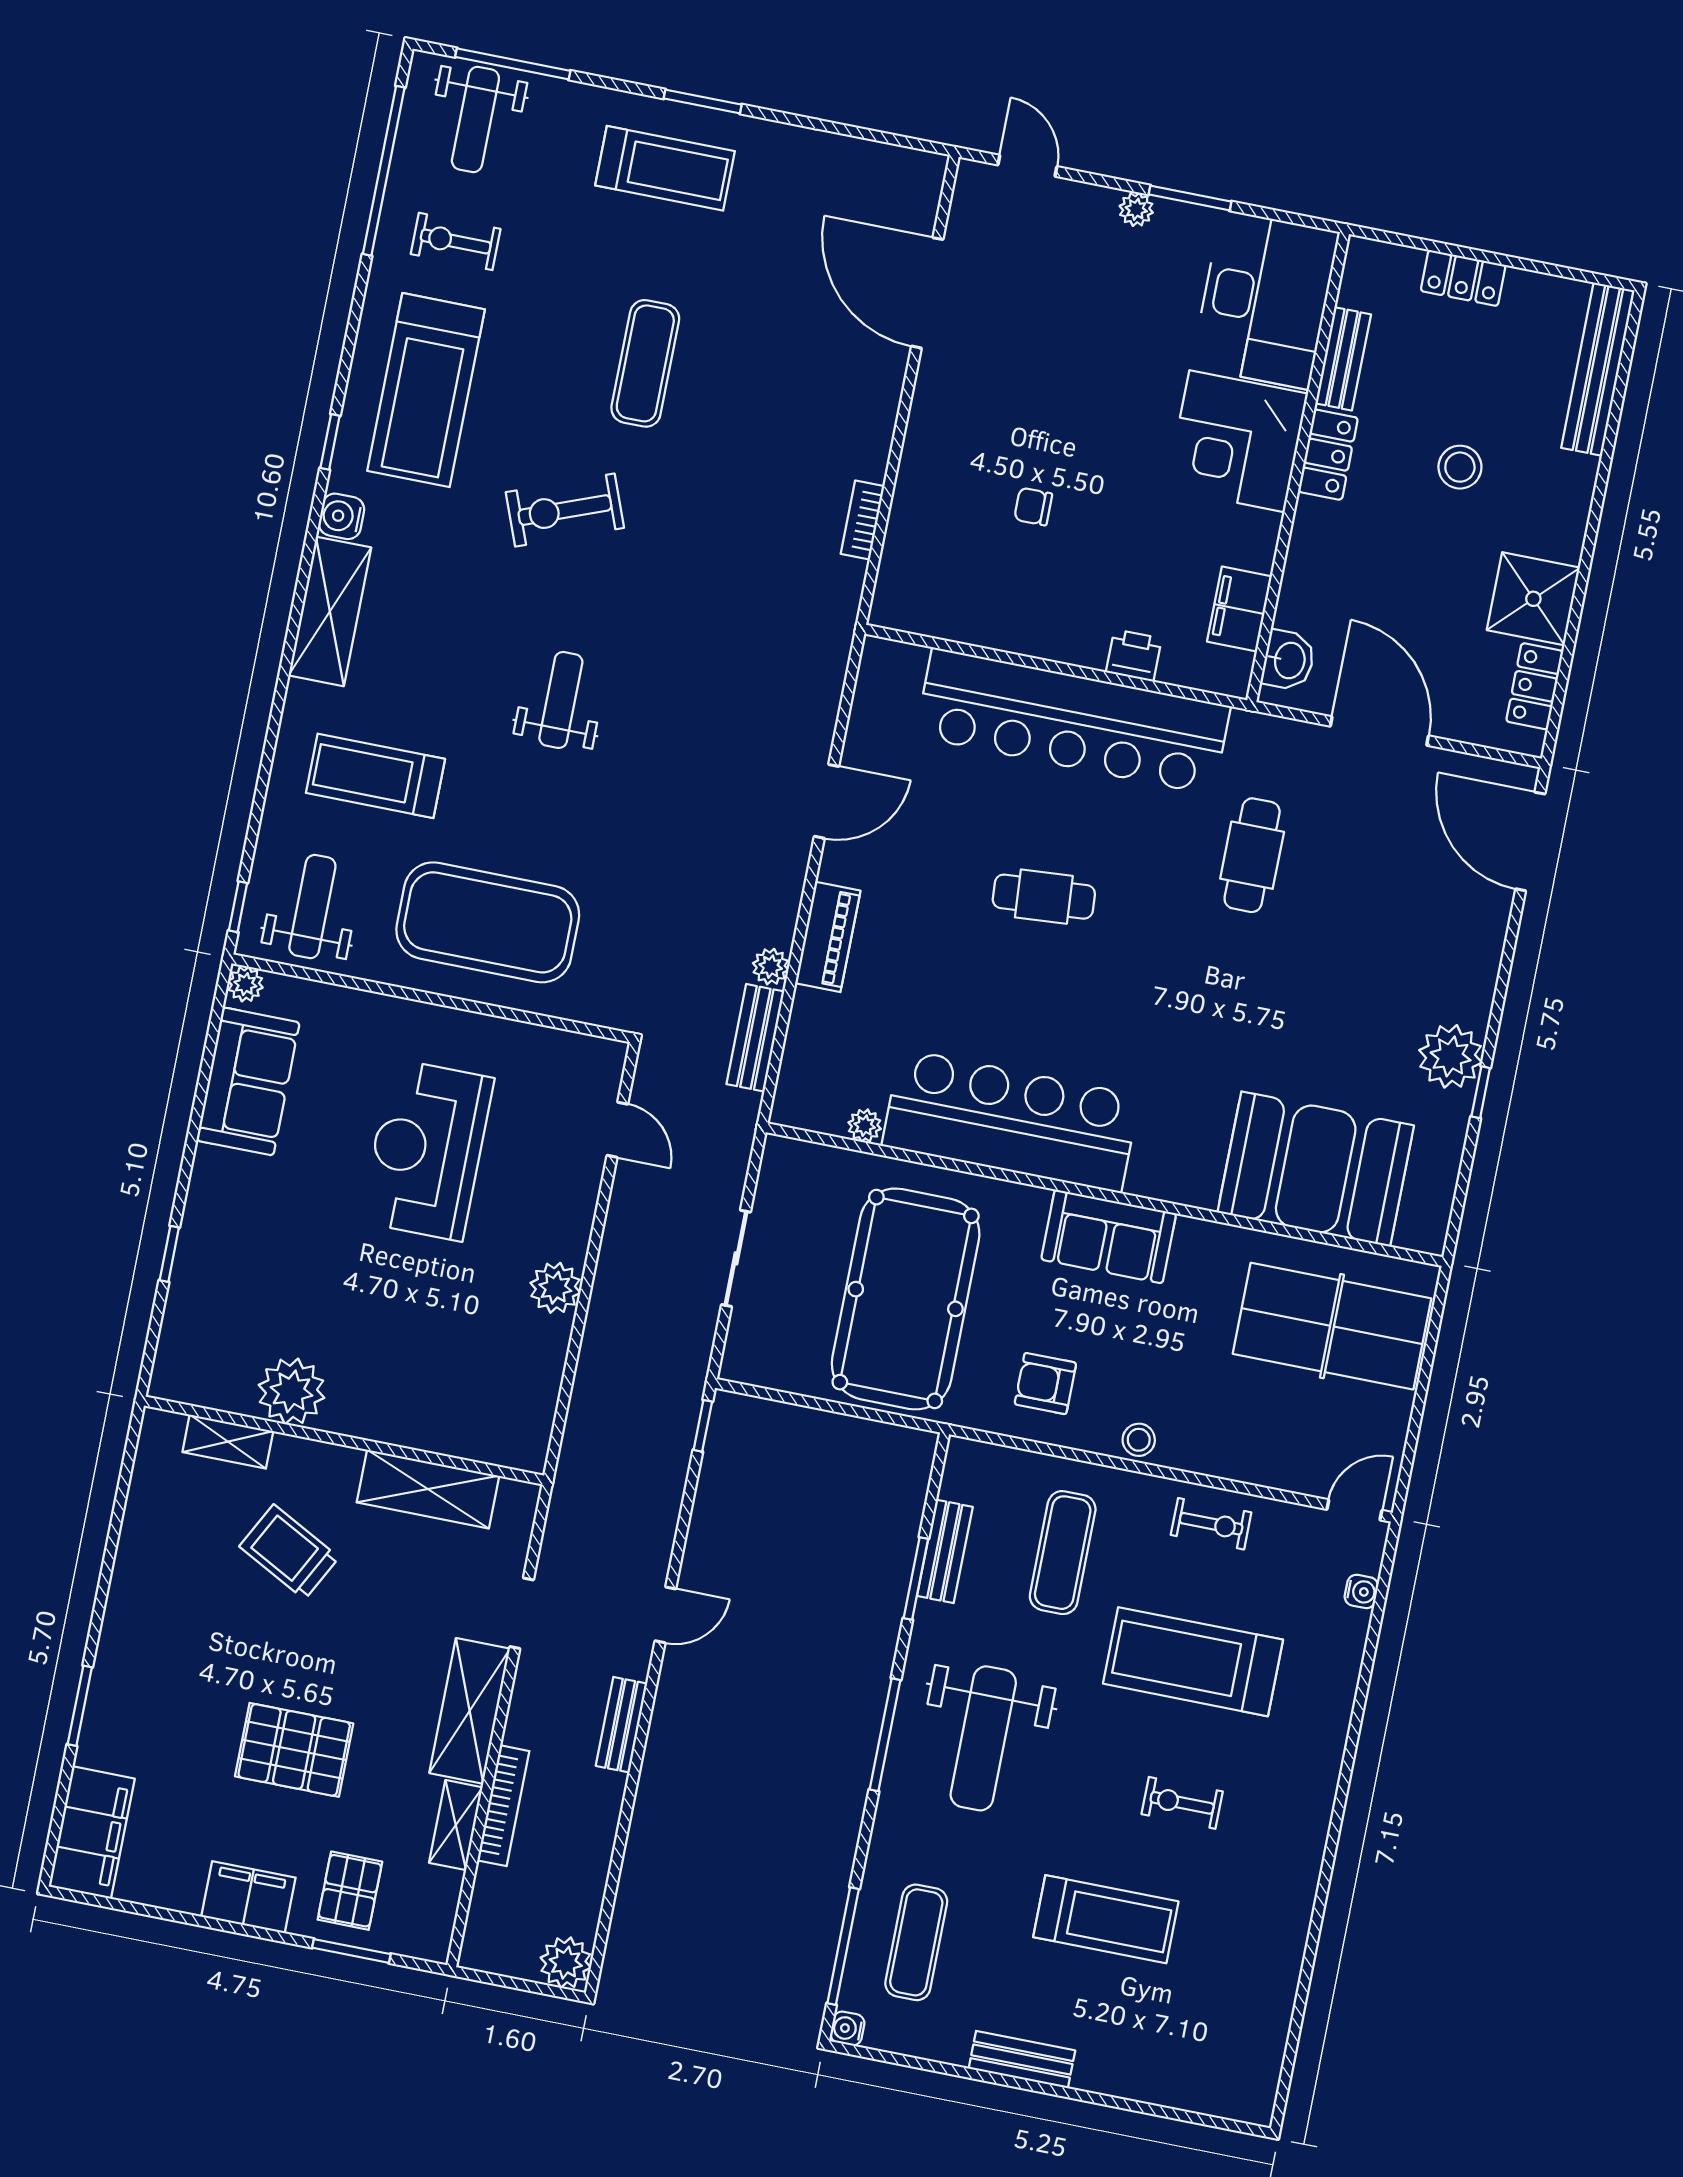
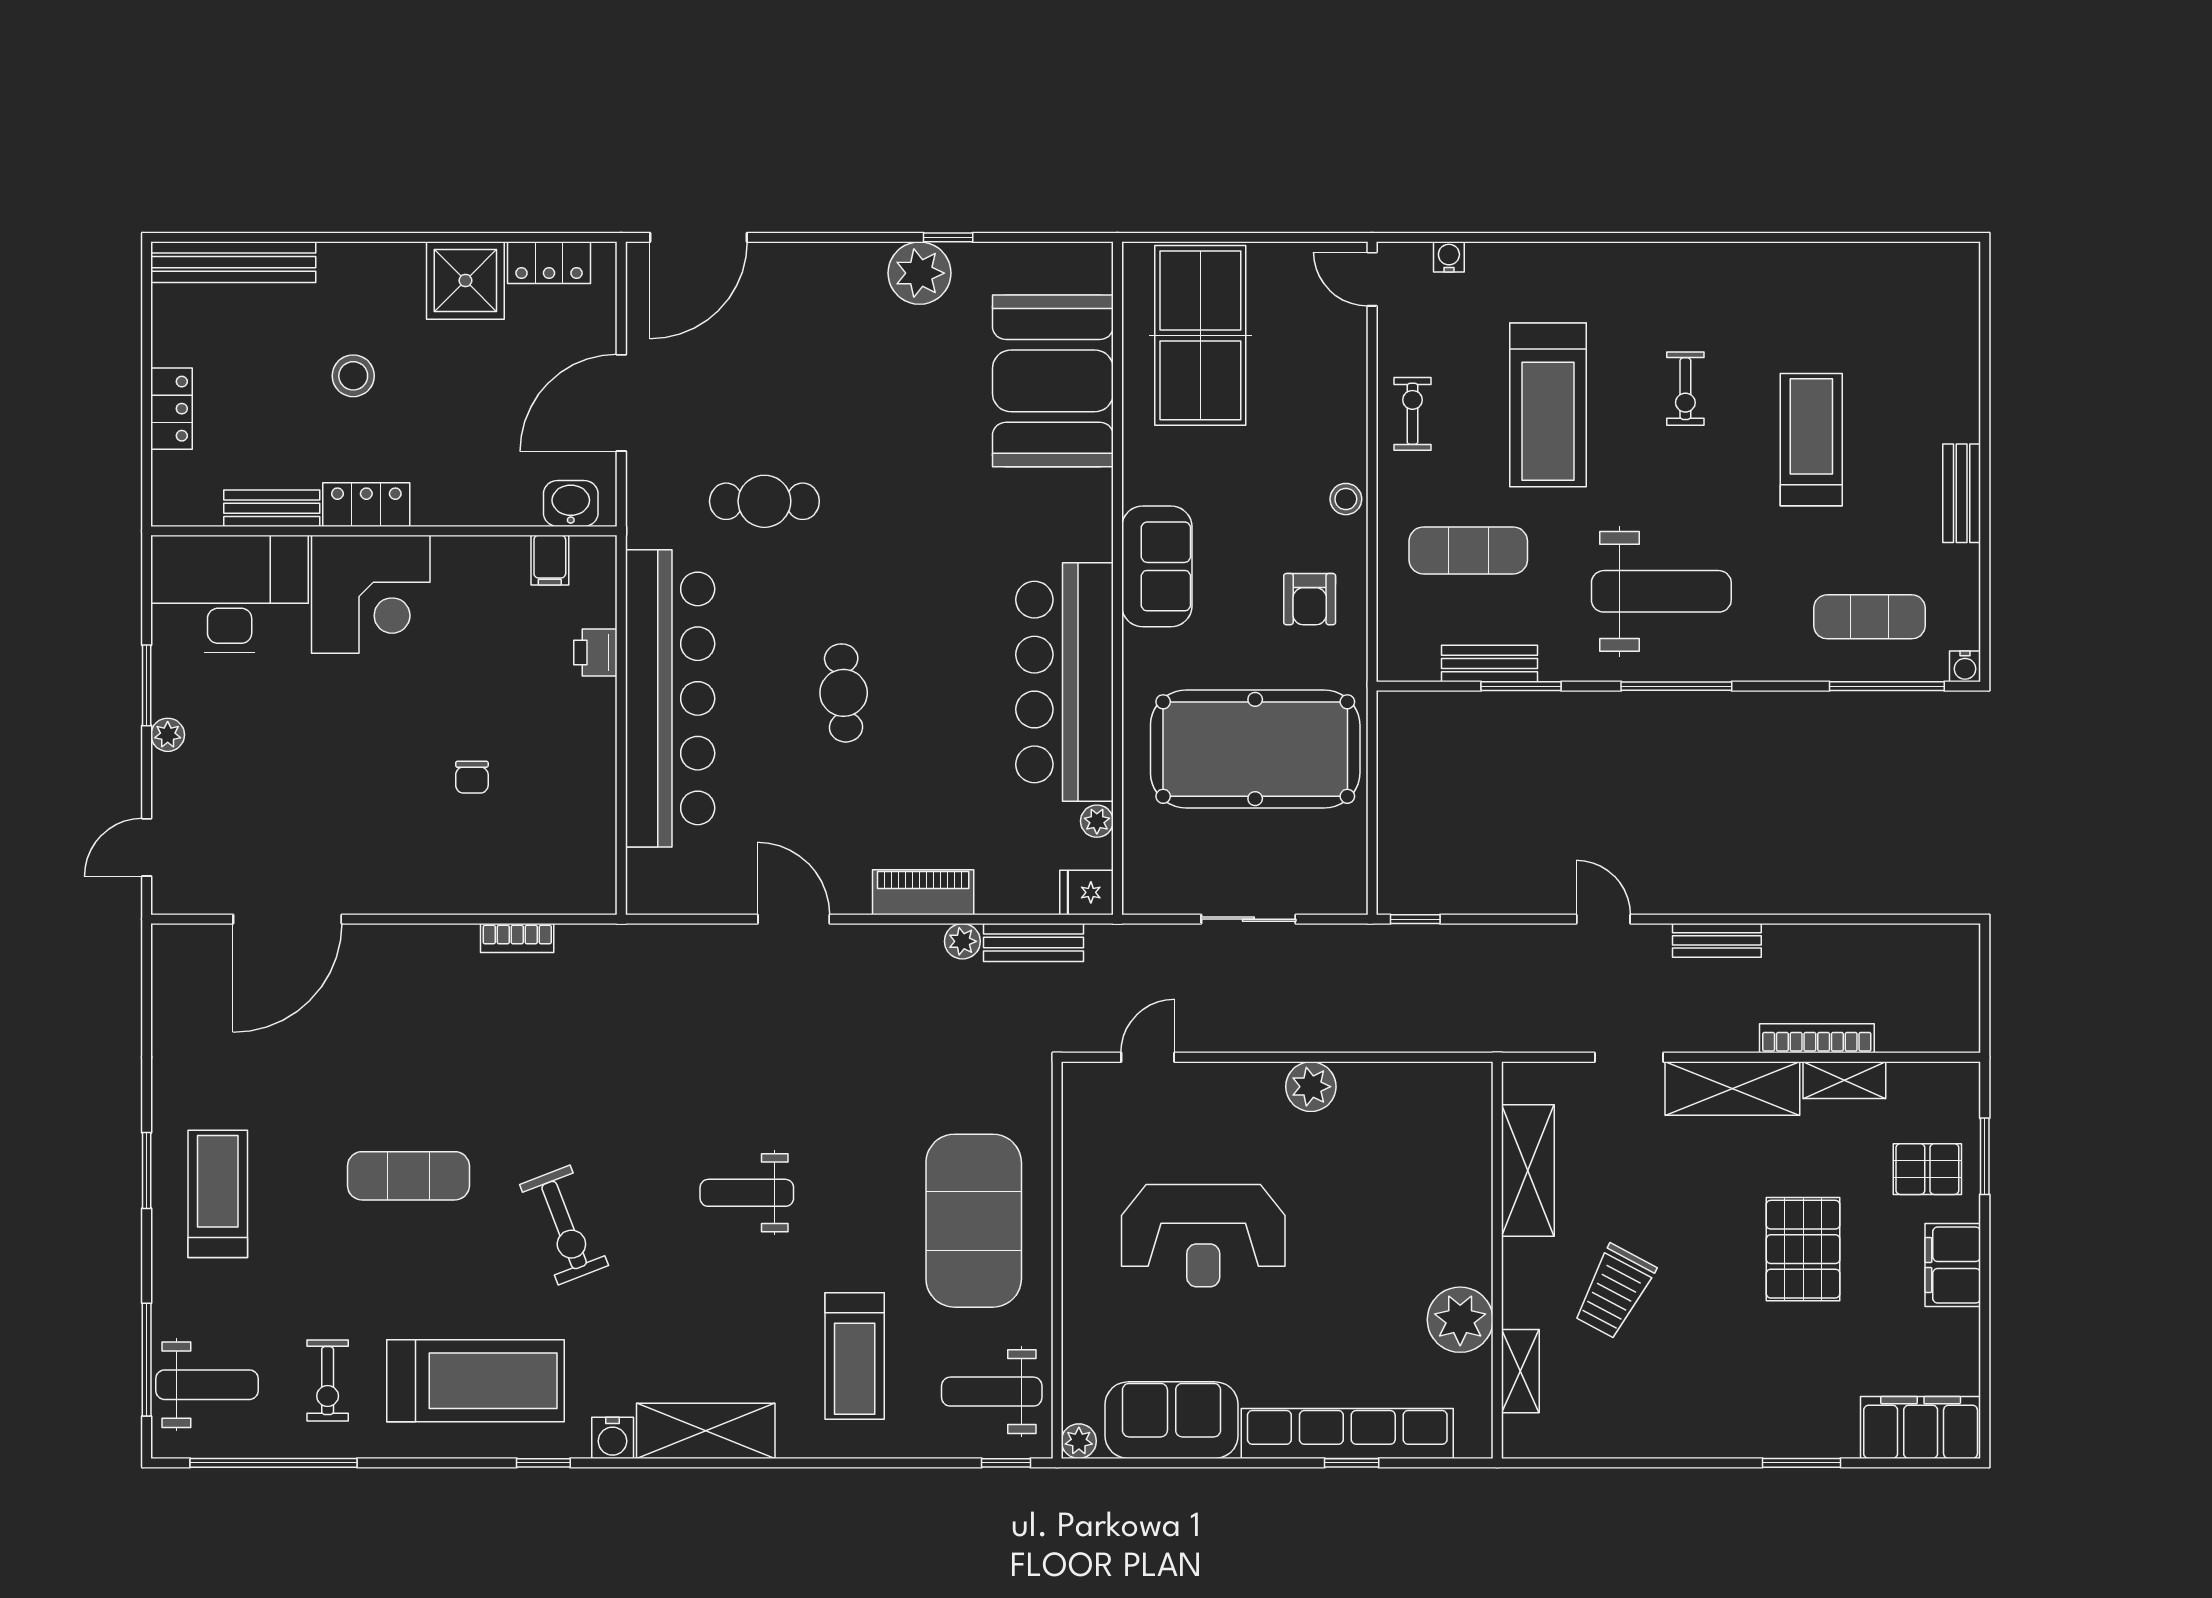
filing cabinet: (1239, 609) -> (550, 560), width x0.50
fridge: (795, 1101) -> (1087, 892), added
row of seats: (200, 1255) -> (1347, 1433), added
plant: (566, 1963) -> (1955, 949), removed

